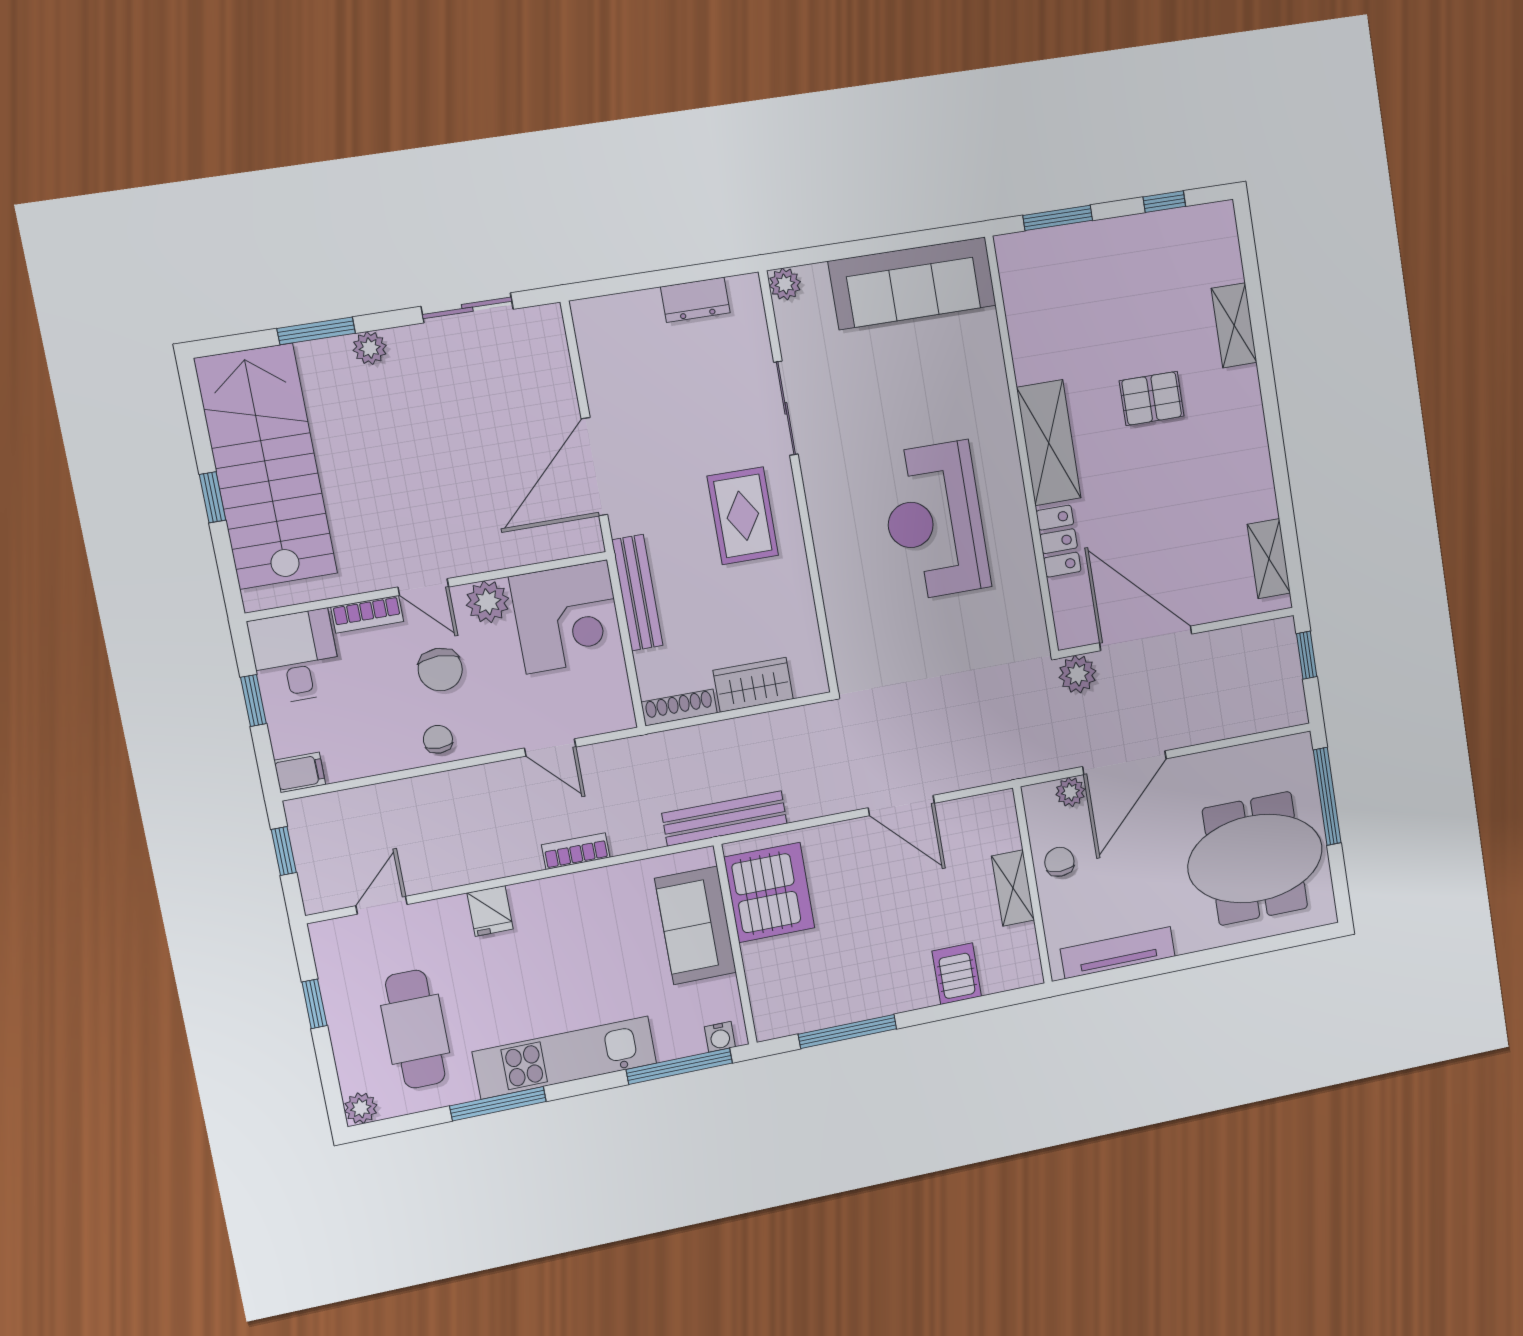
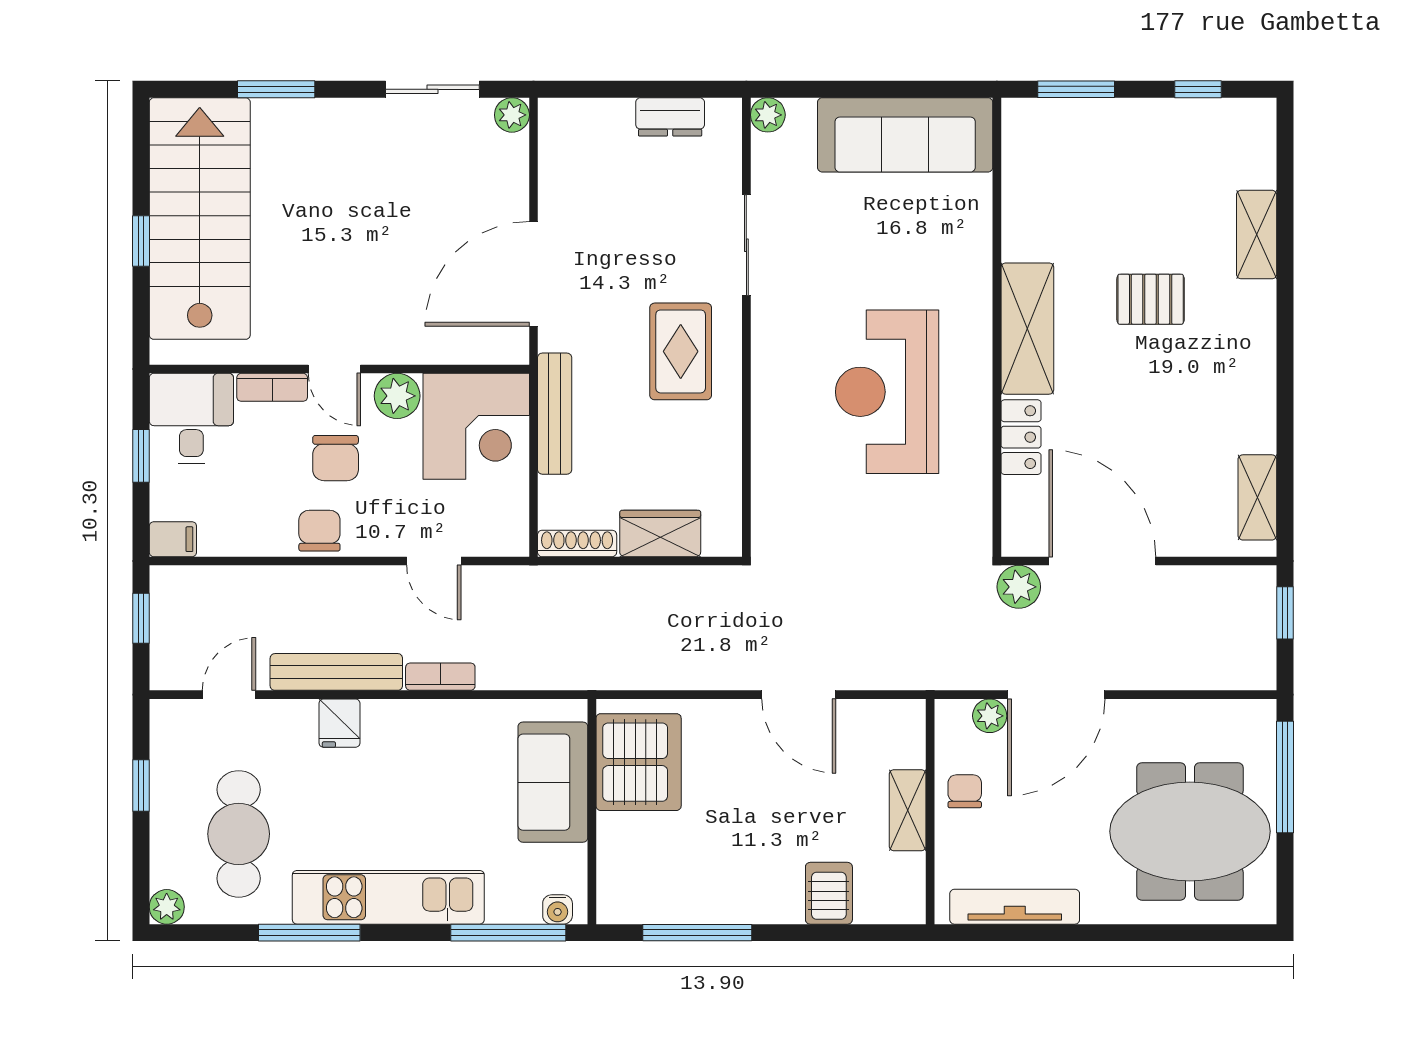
plant: (370, 348) -> (512, 115), moved
chair: (438, 739) -> (319, 531), width x1.37, depth x1.37
bench: (725, 818) -> (336, 672), moved

